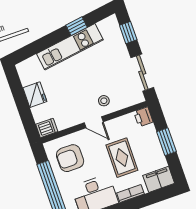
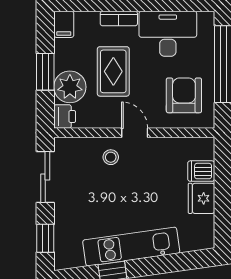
dishwasher: (47, 128) -> (201, 171), moved
plant: (147, 137) -> (70, 87), added
armchair: (70, 158) -> (184, 95), turned -90
filing cabinet: (159, 179) -> (64, 24), width x0.50

